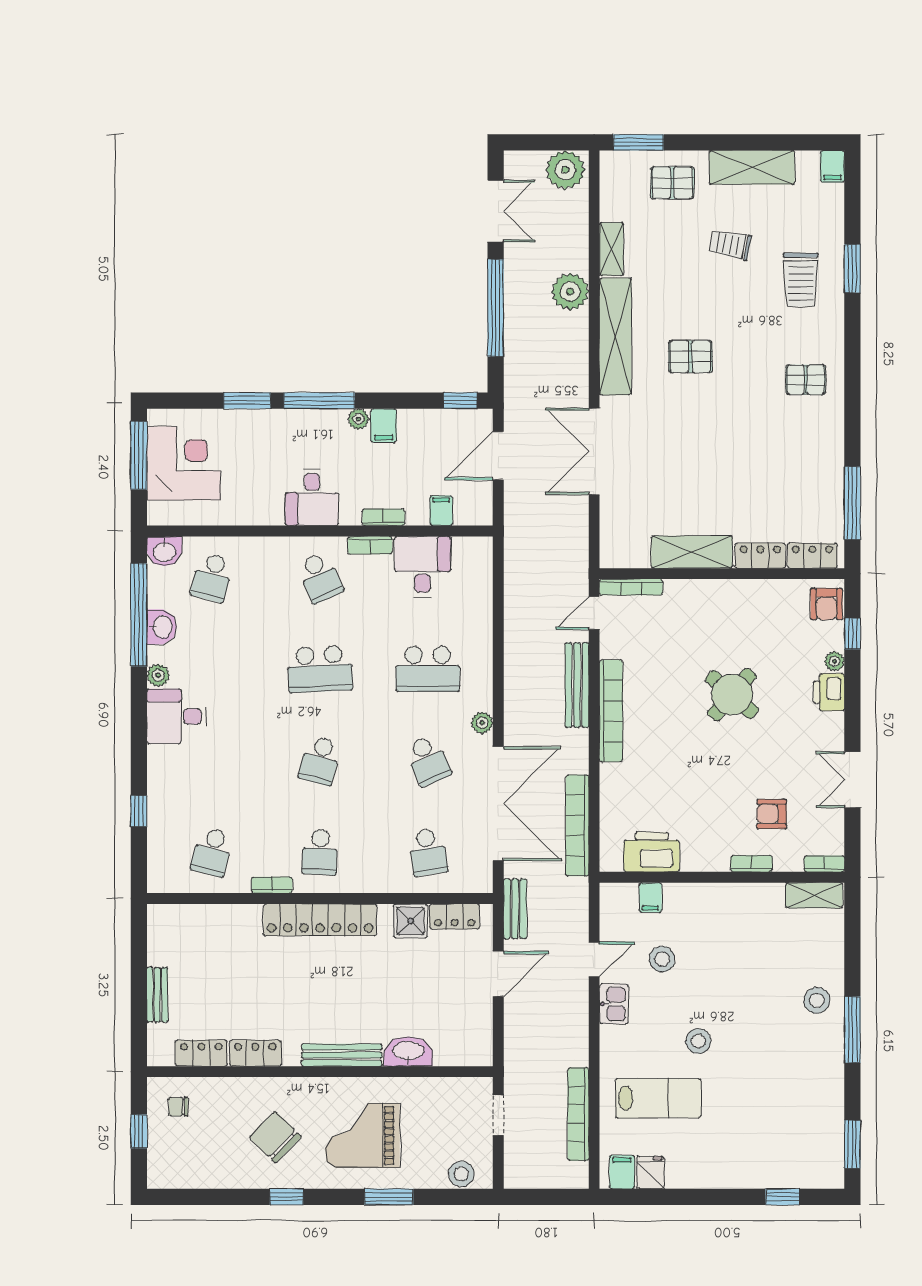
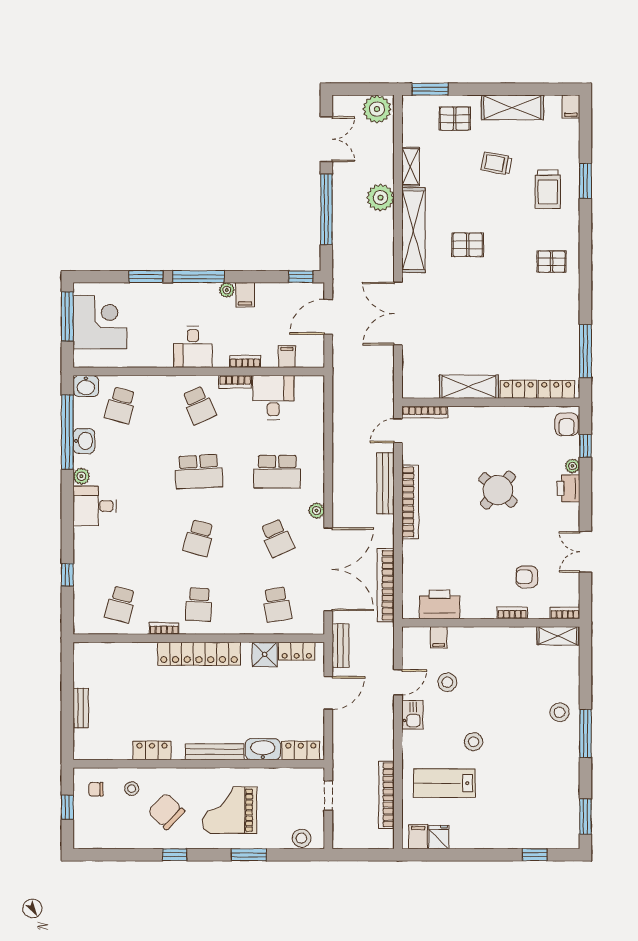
locker: (201, 1053) -> (301, 750), moved
lab bench: (658, 1098) -> (444, 783), turned 180
stool: (227, 1106) -> (132, 789), added

